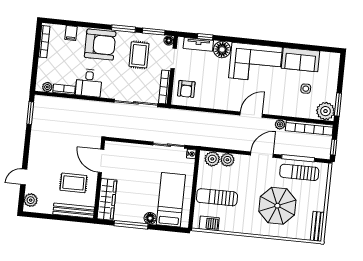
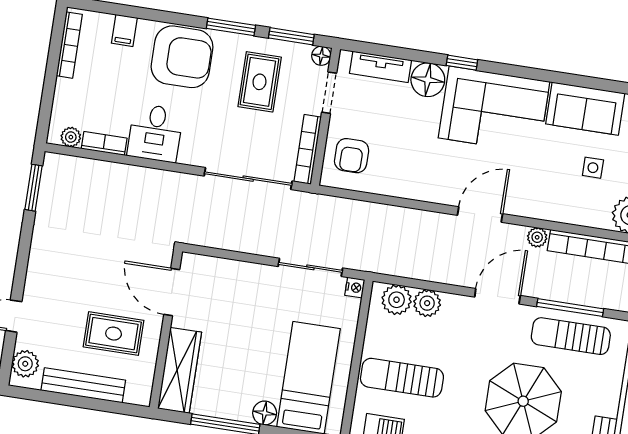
window: (205, 37) -> (462, 63), moved
bench: (74, 211) -> (83, 385), moved

